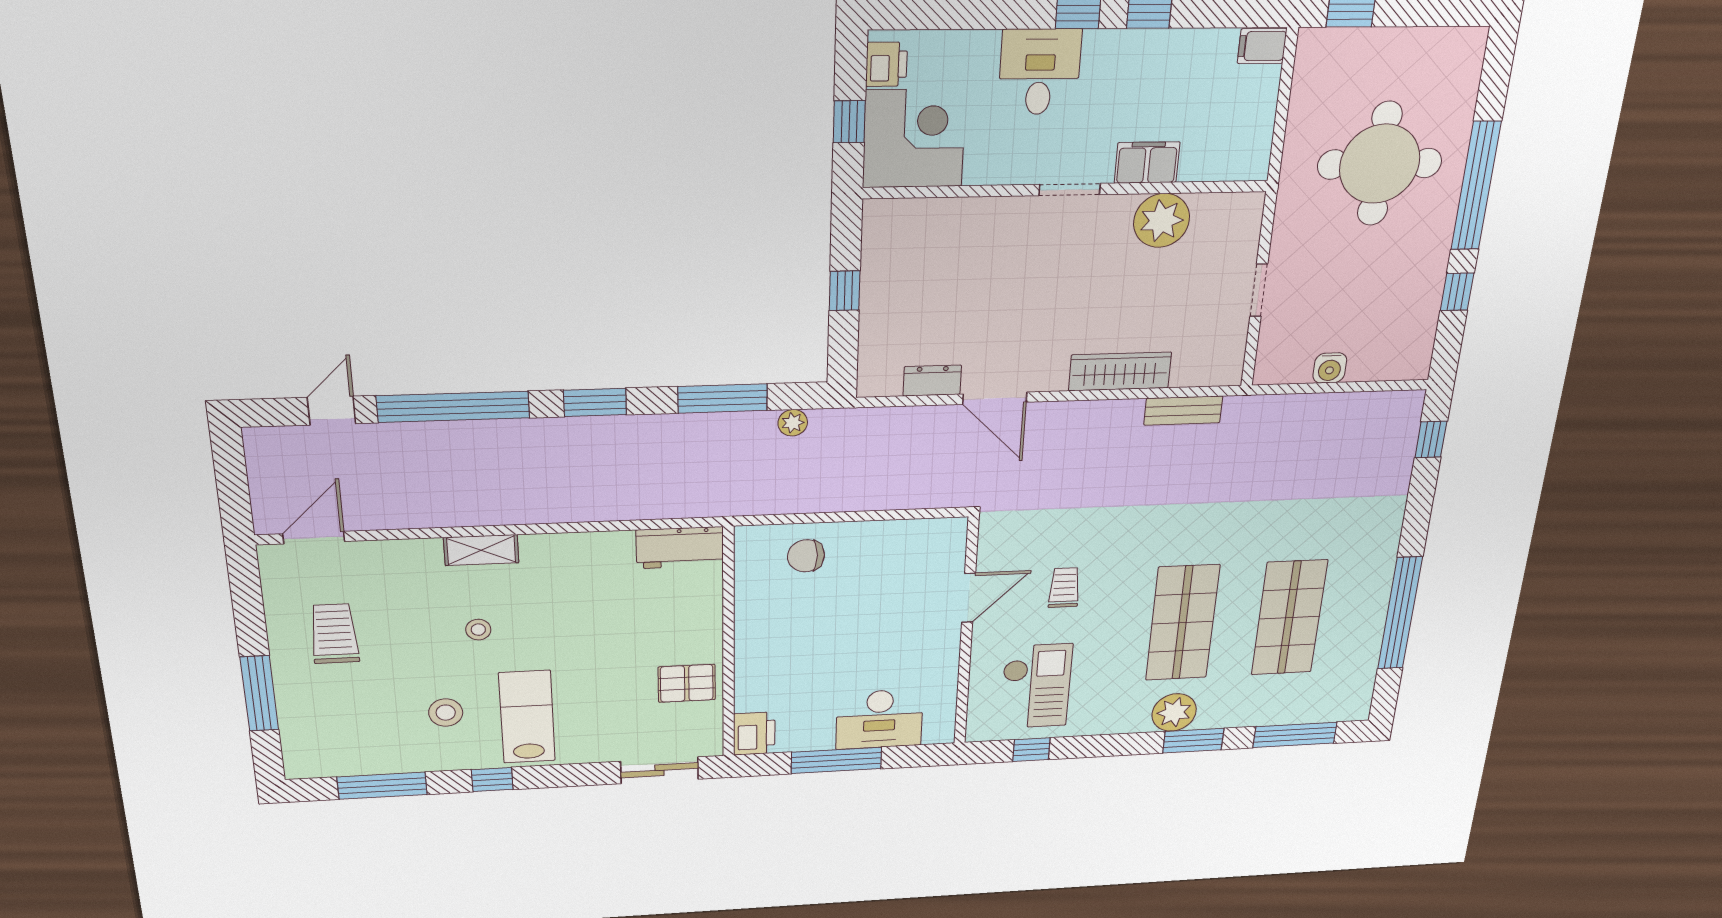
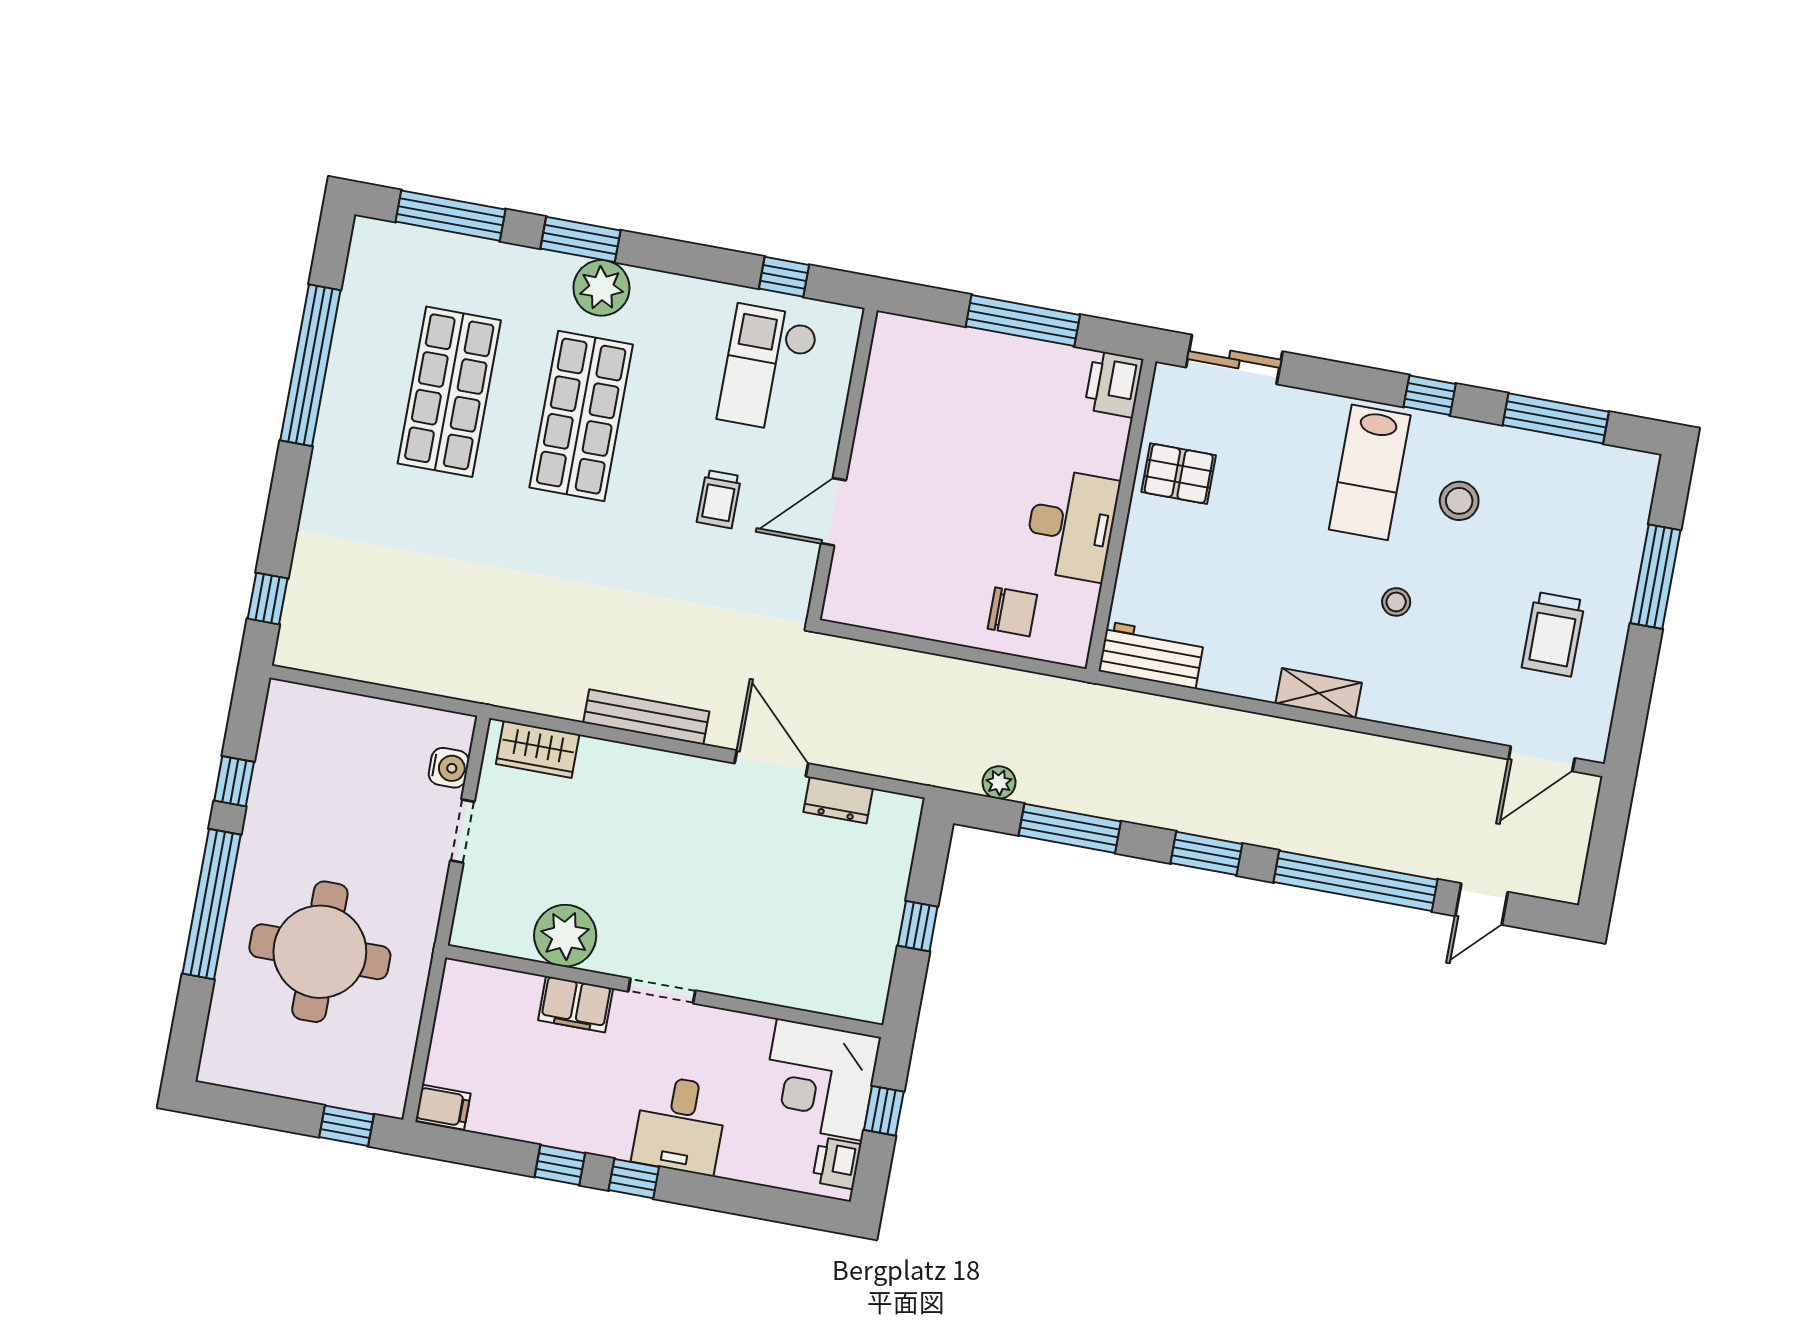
water cooler: (1330, 368) -> (449, 768), moved, turned 90
wardrobe: (1120, 371) -> (538, 749), moved, width x0.67
bench: (1183, 411) -> (646, 717), moved, width x1.36
shelving: (481, 550) -> (1319, 693), moved
desk: (879, 719) -> (1071, 525), moved, turned 90

